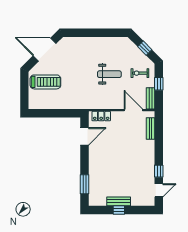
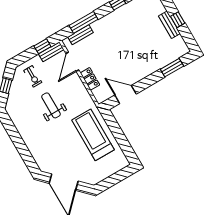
treadmill: (45, 82) -> (93, 135), moved, width x1.37, depth x1.38
window: (159, 84) -> (42, 46), moved
locker: (101, 116) -> (90, 79), moved
window: (159, 136) -> (84, 22), added

